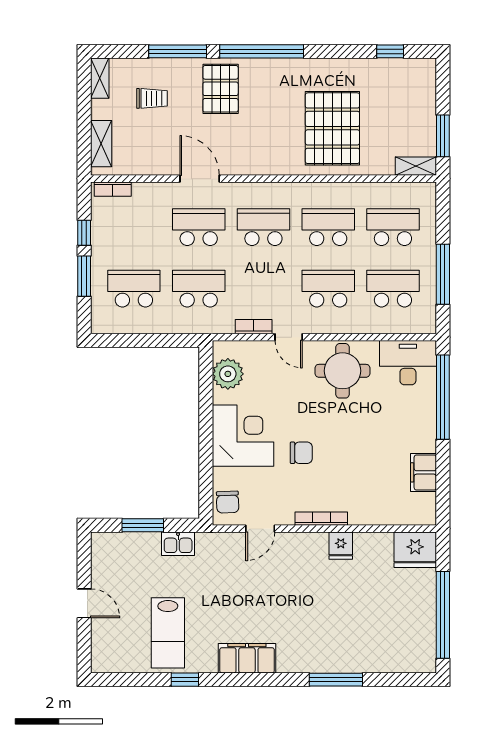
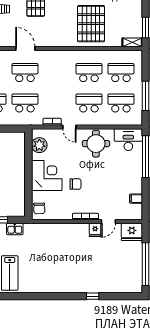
school desk: (263, 227) -> (57, 73), removed
filing cabinet: (423, 472) -> (136, 199), width x0.50
door: (260, 529) -> (108, 221), moved
filing cabinet: (247, 658) -> (49, 286), removed
window: (185, 680) -> (18, 296), removed
window: (336, 680) -> (93, 296), width x0.46

